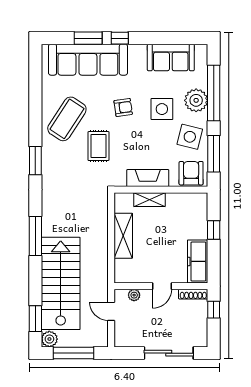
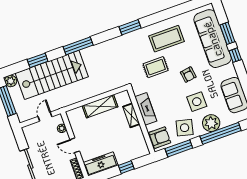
coffee table: (67, 119) -> (167, 39), turned -33
window: (35, 319) -> (38, 60), moved

